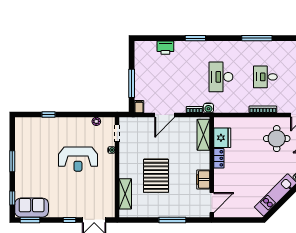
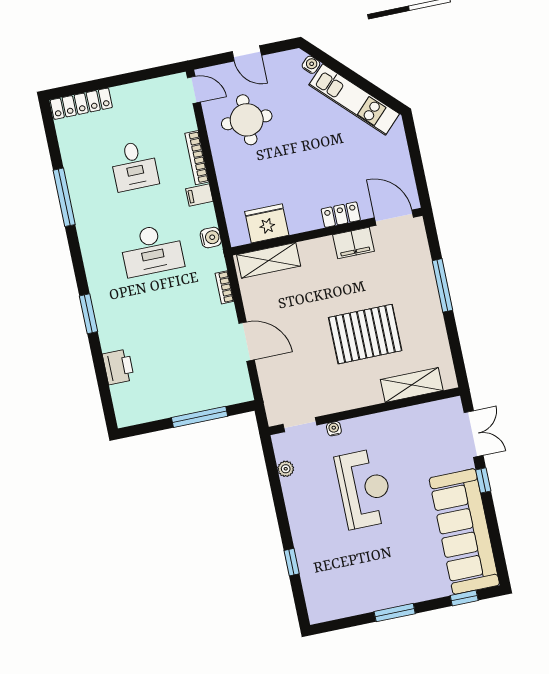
filing cabinet: (139, 107) -> (199, 195), moved
water cooler: (208, 108) -> (211, 238), moved
locker: (219, 158) -> (341, 215), moved
sofa: (32, 208) -> (464, 532), width x1.85, depth x1.27
window: (30, 220) -> (499, 555), removed

